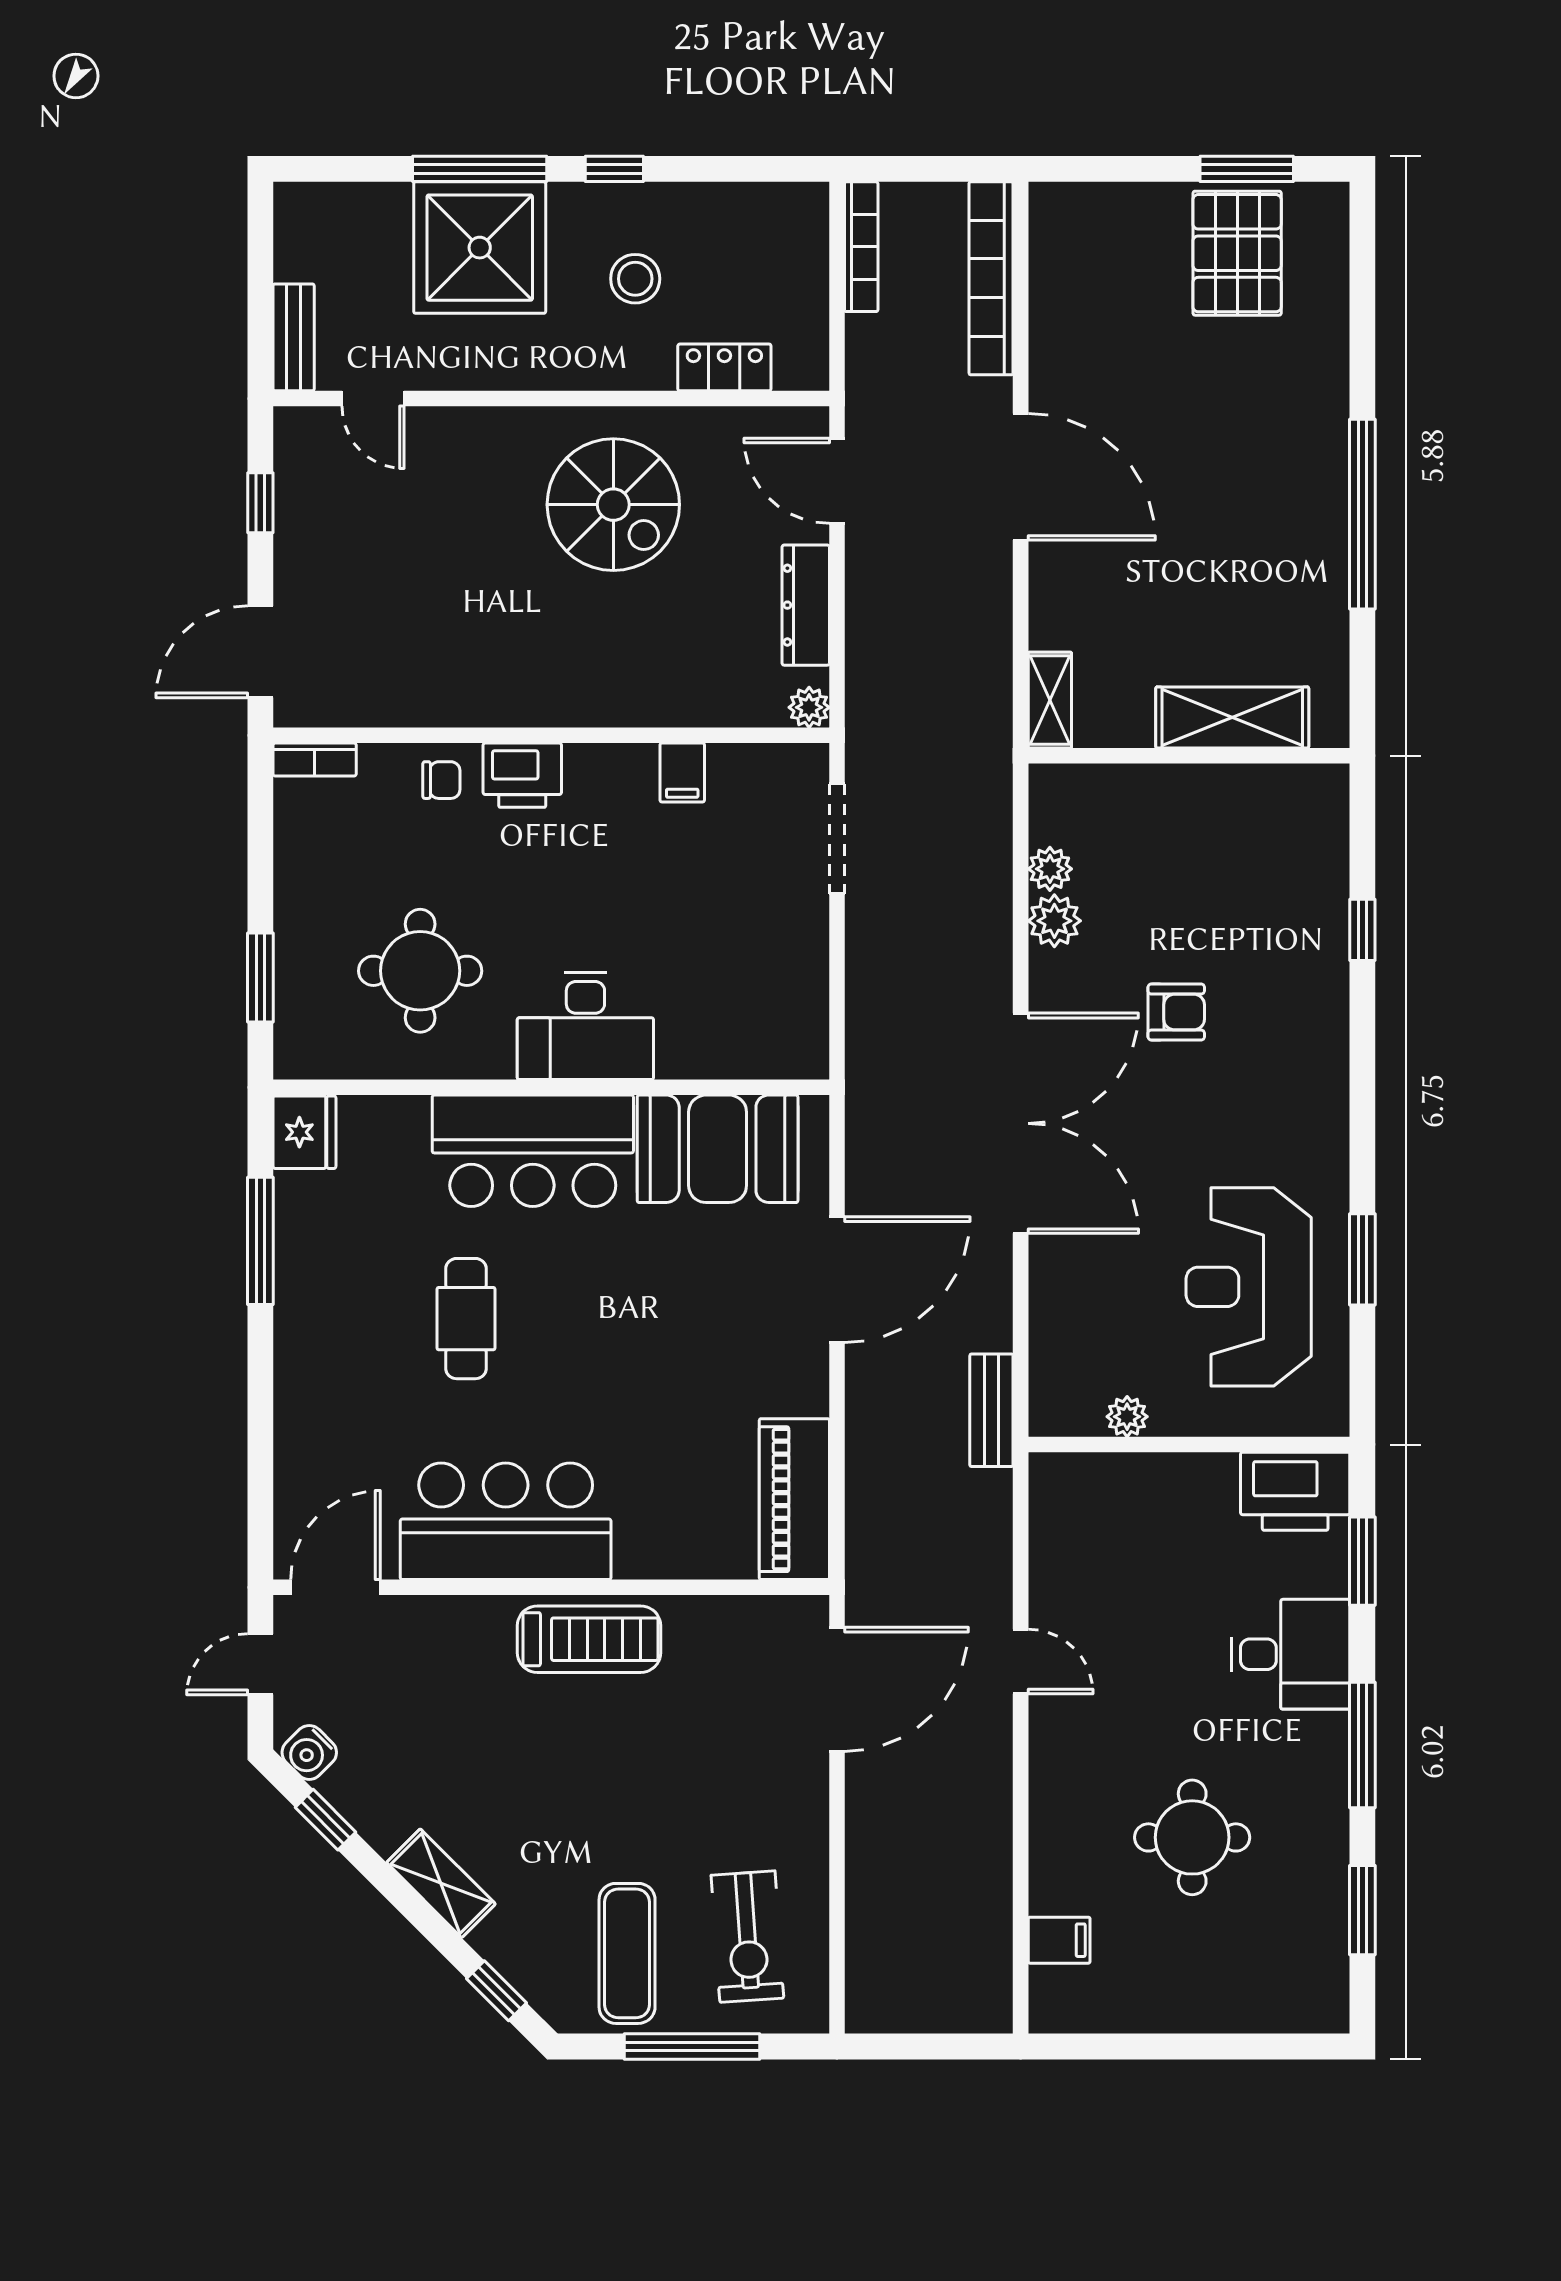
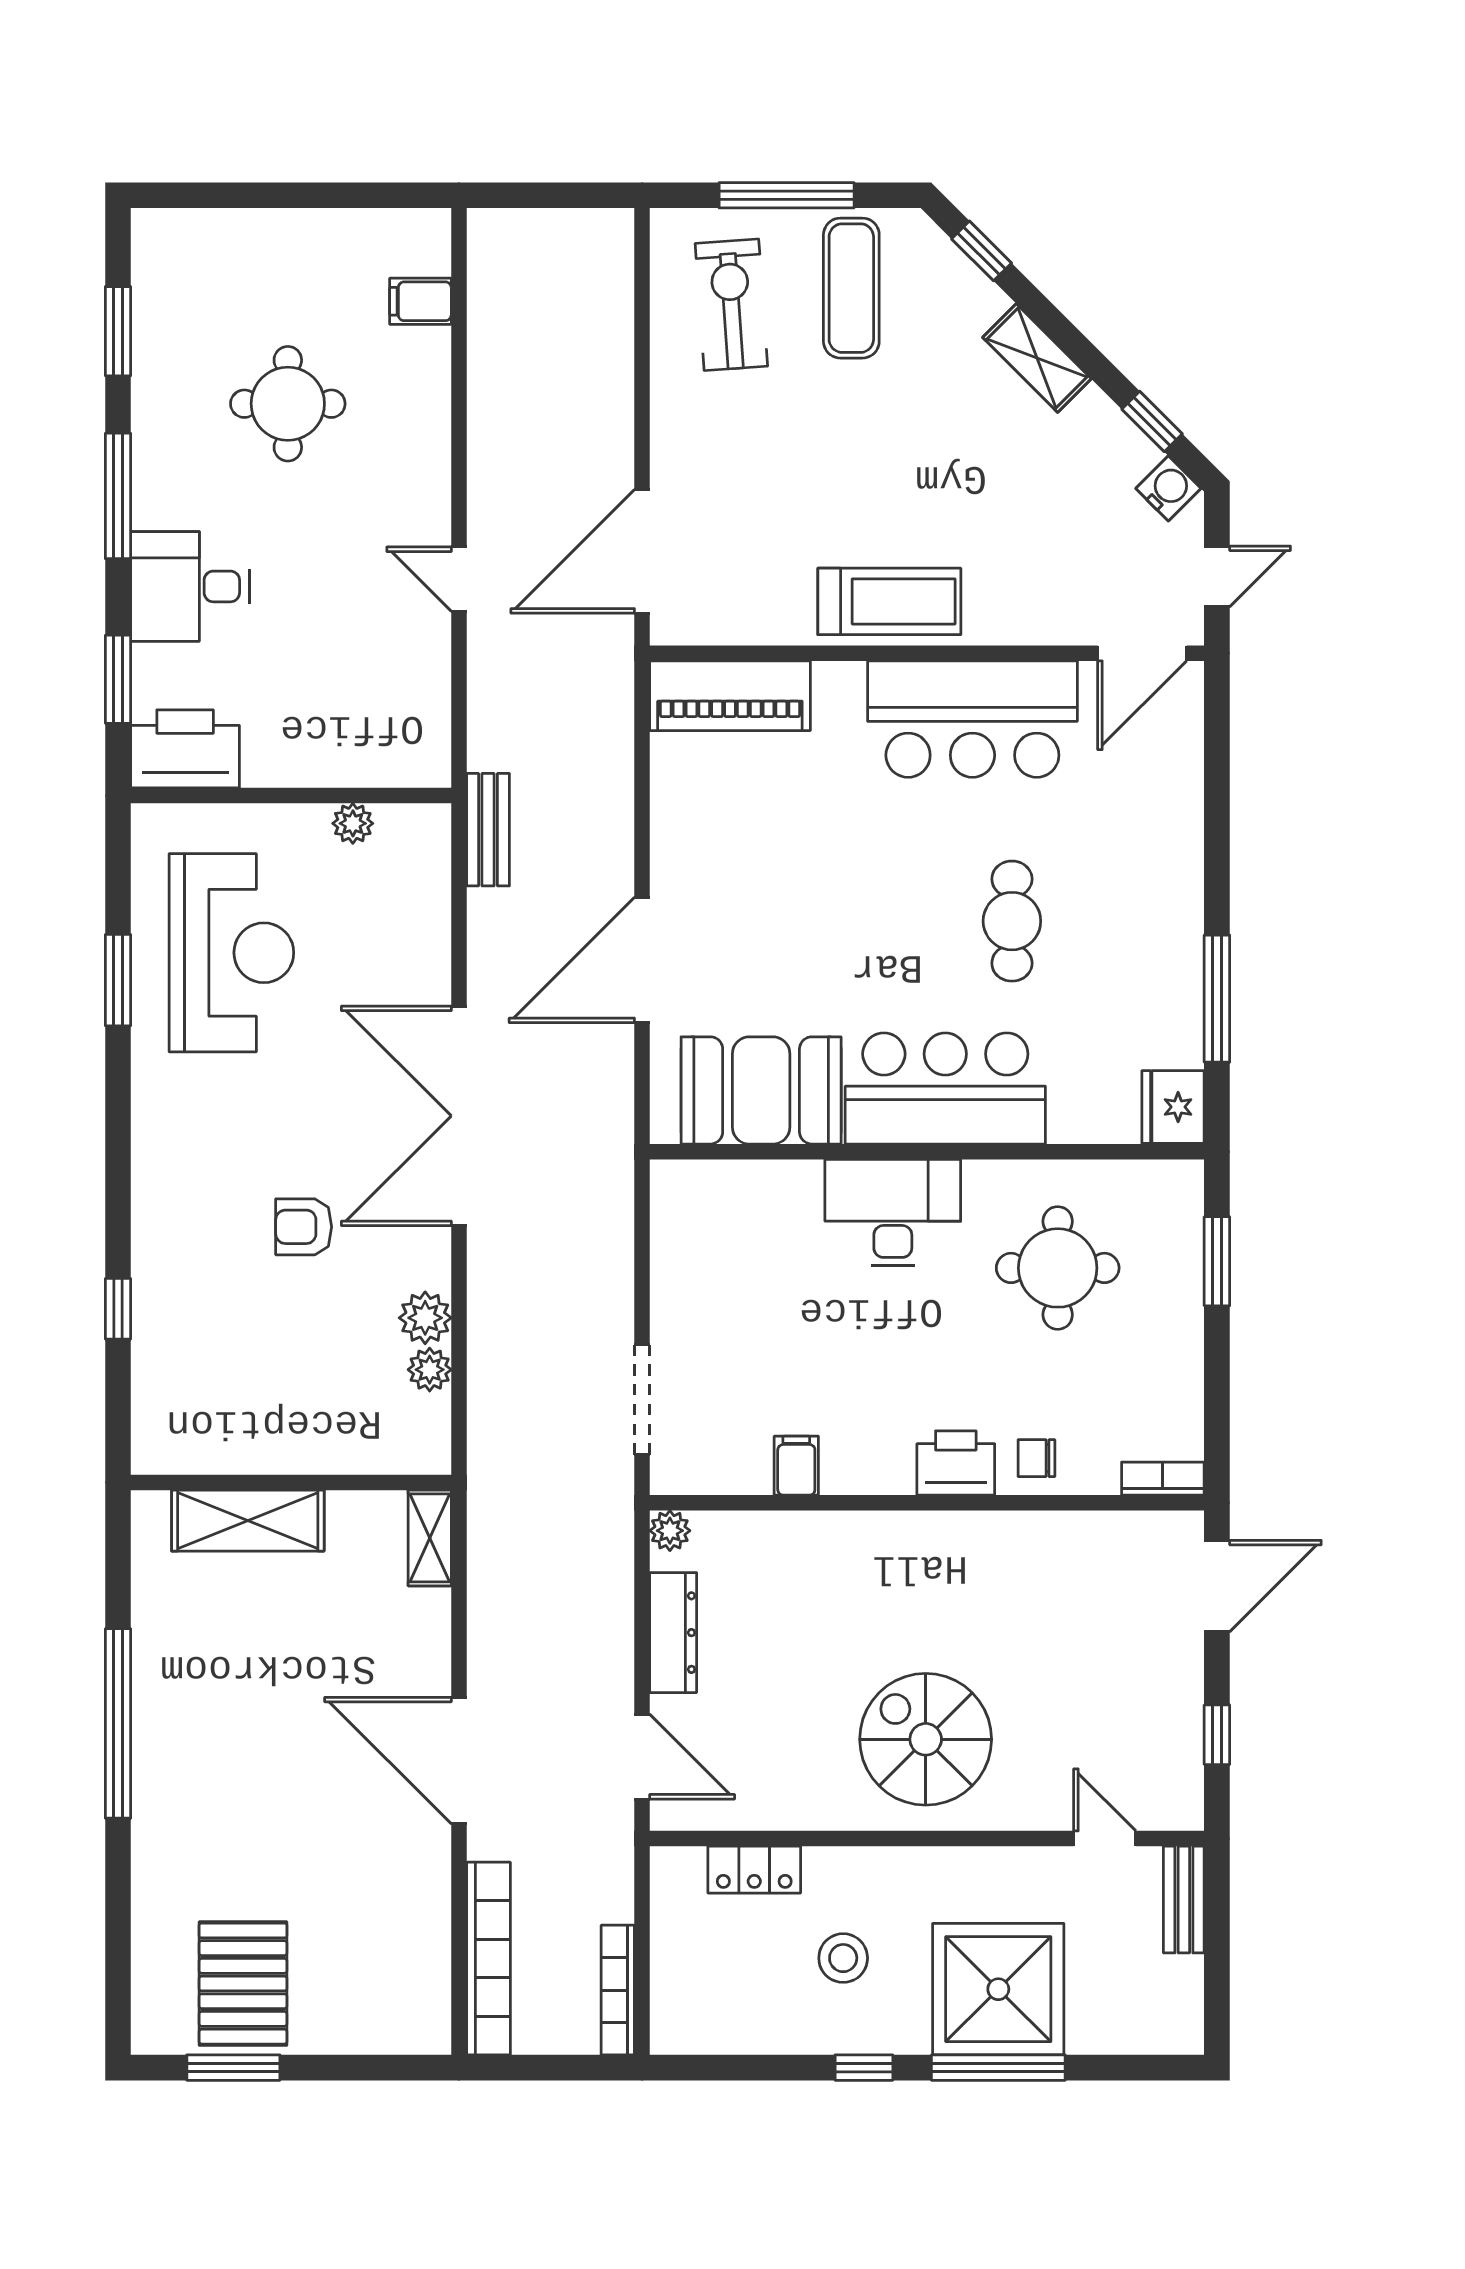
spiral stairs: (613, 505) -> (926, 1739), moved
piano: (794, 1499) -> (730, 696), moved, turned 90
treadmill: (589, 1639) -> (889, 601), turned 180

